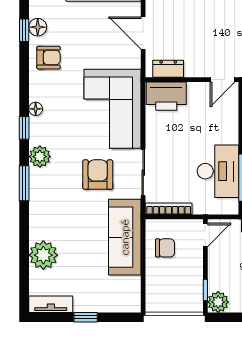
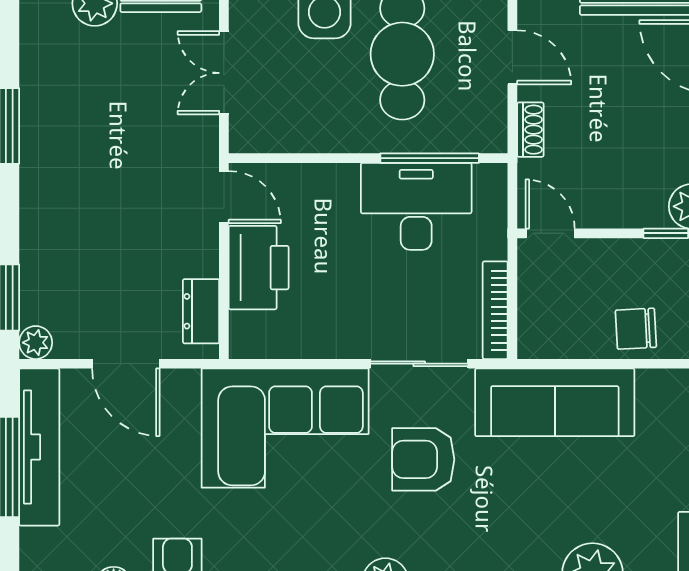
door: (143, 33) -> (126, 364), hinge flipped
printer: (166, 96) -> (259, 268), moved
chair: (165, 248) -> (636, 329), moved, turned -93

